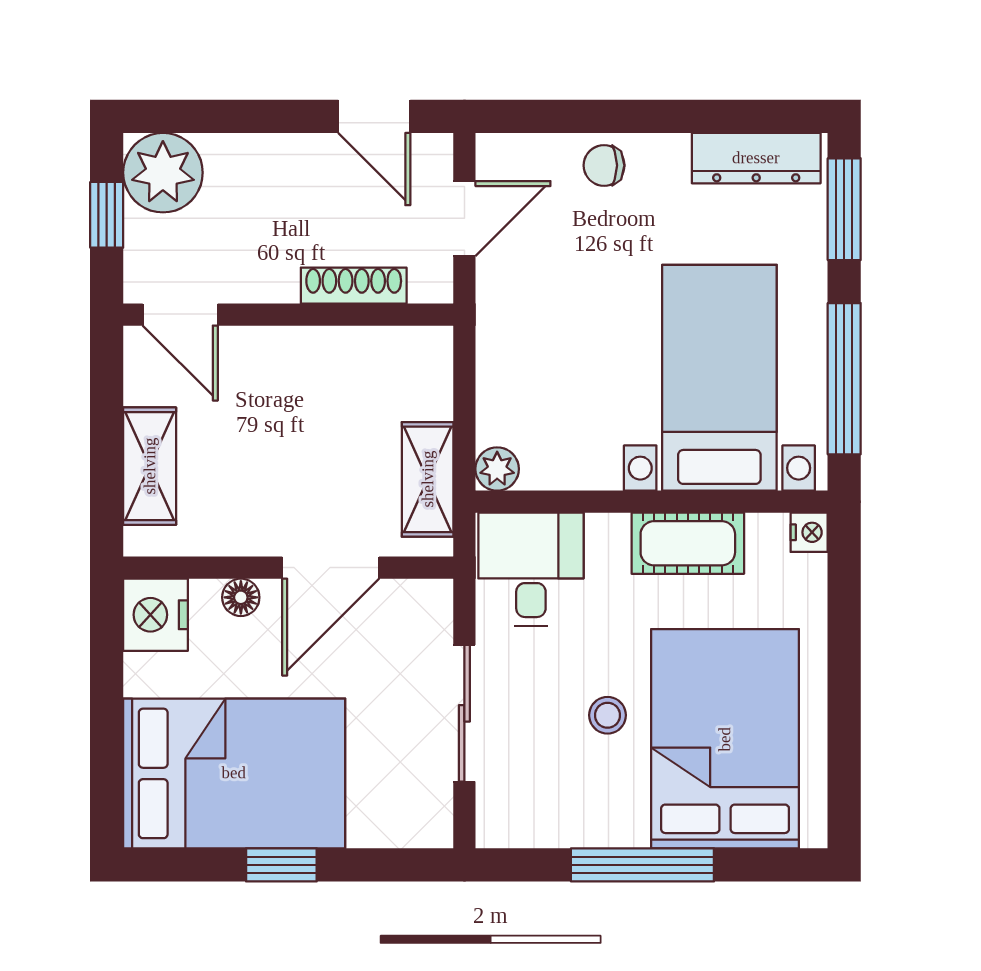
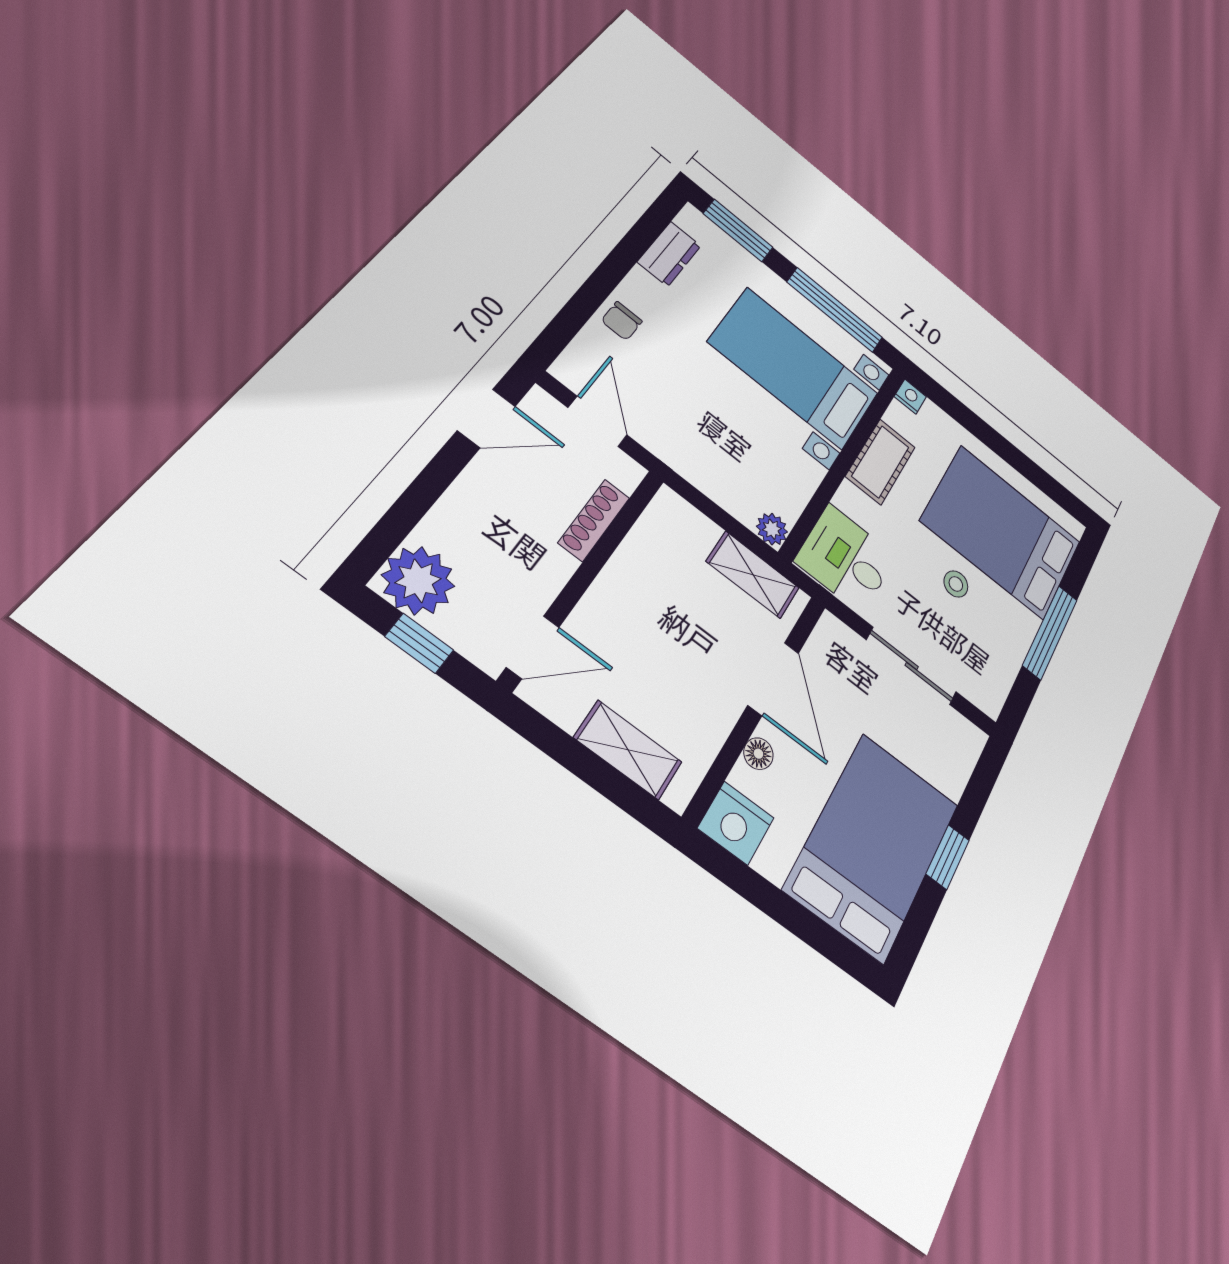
dresser: (756, 158) -> (669, 254), width x0.70

